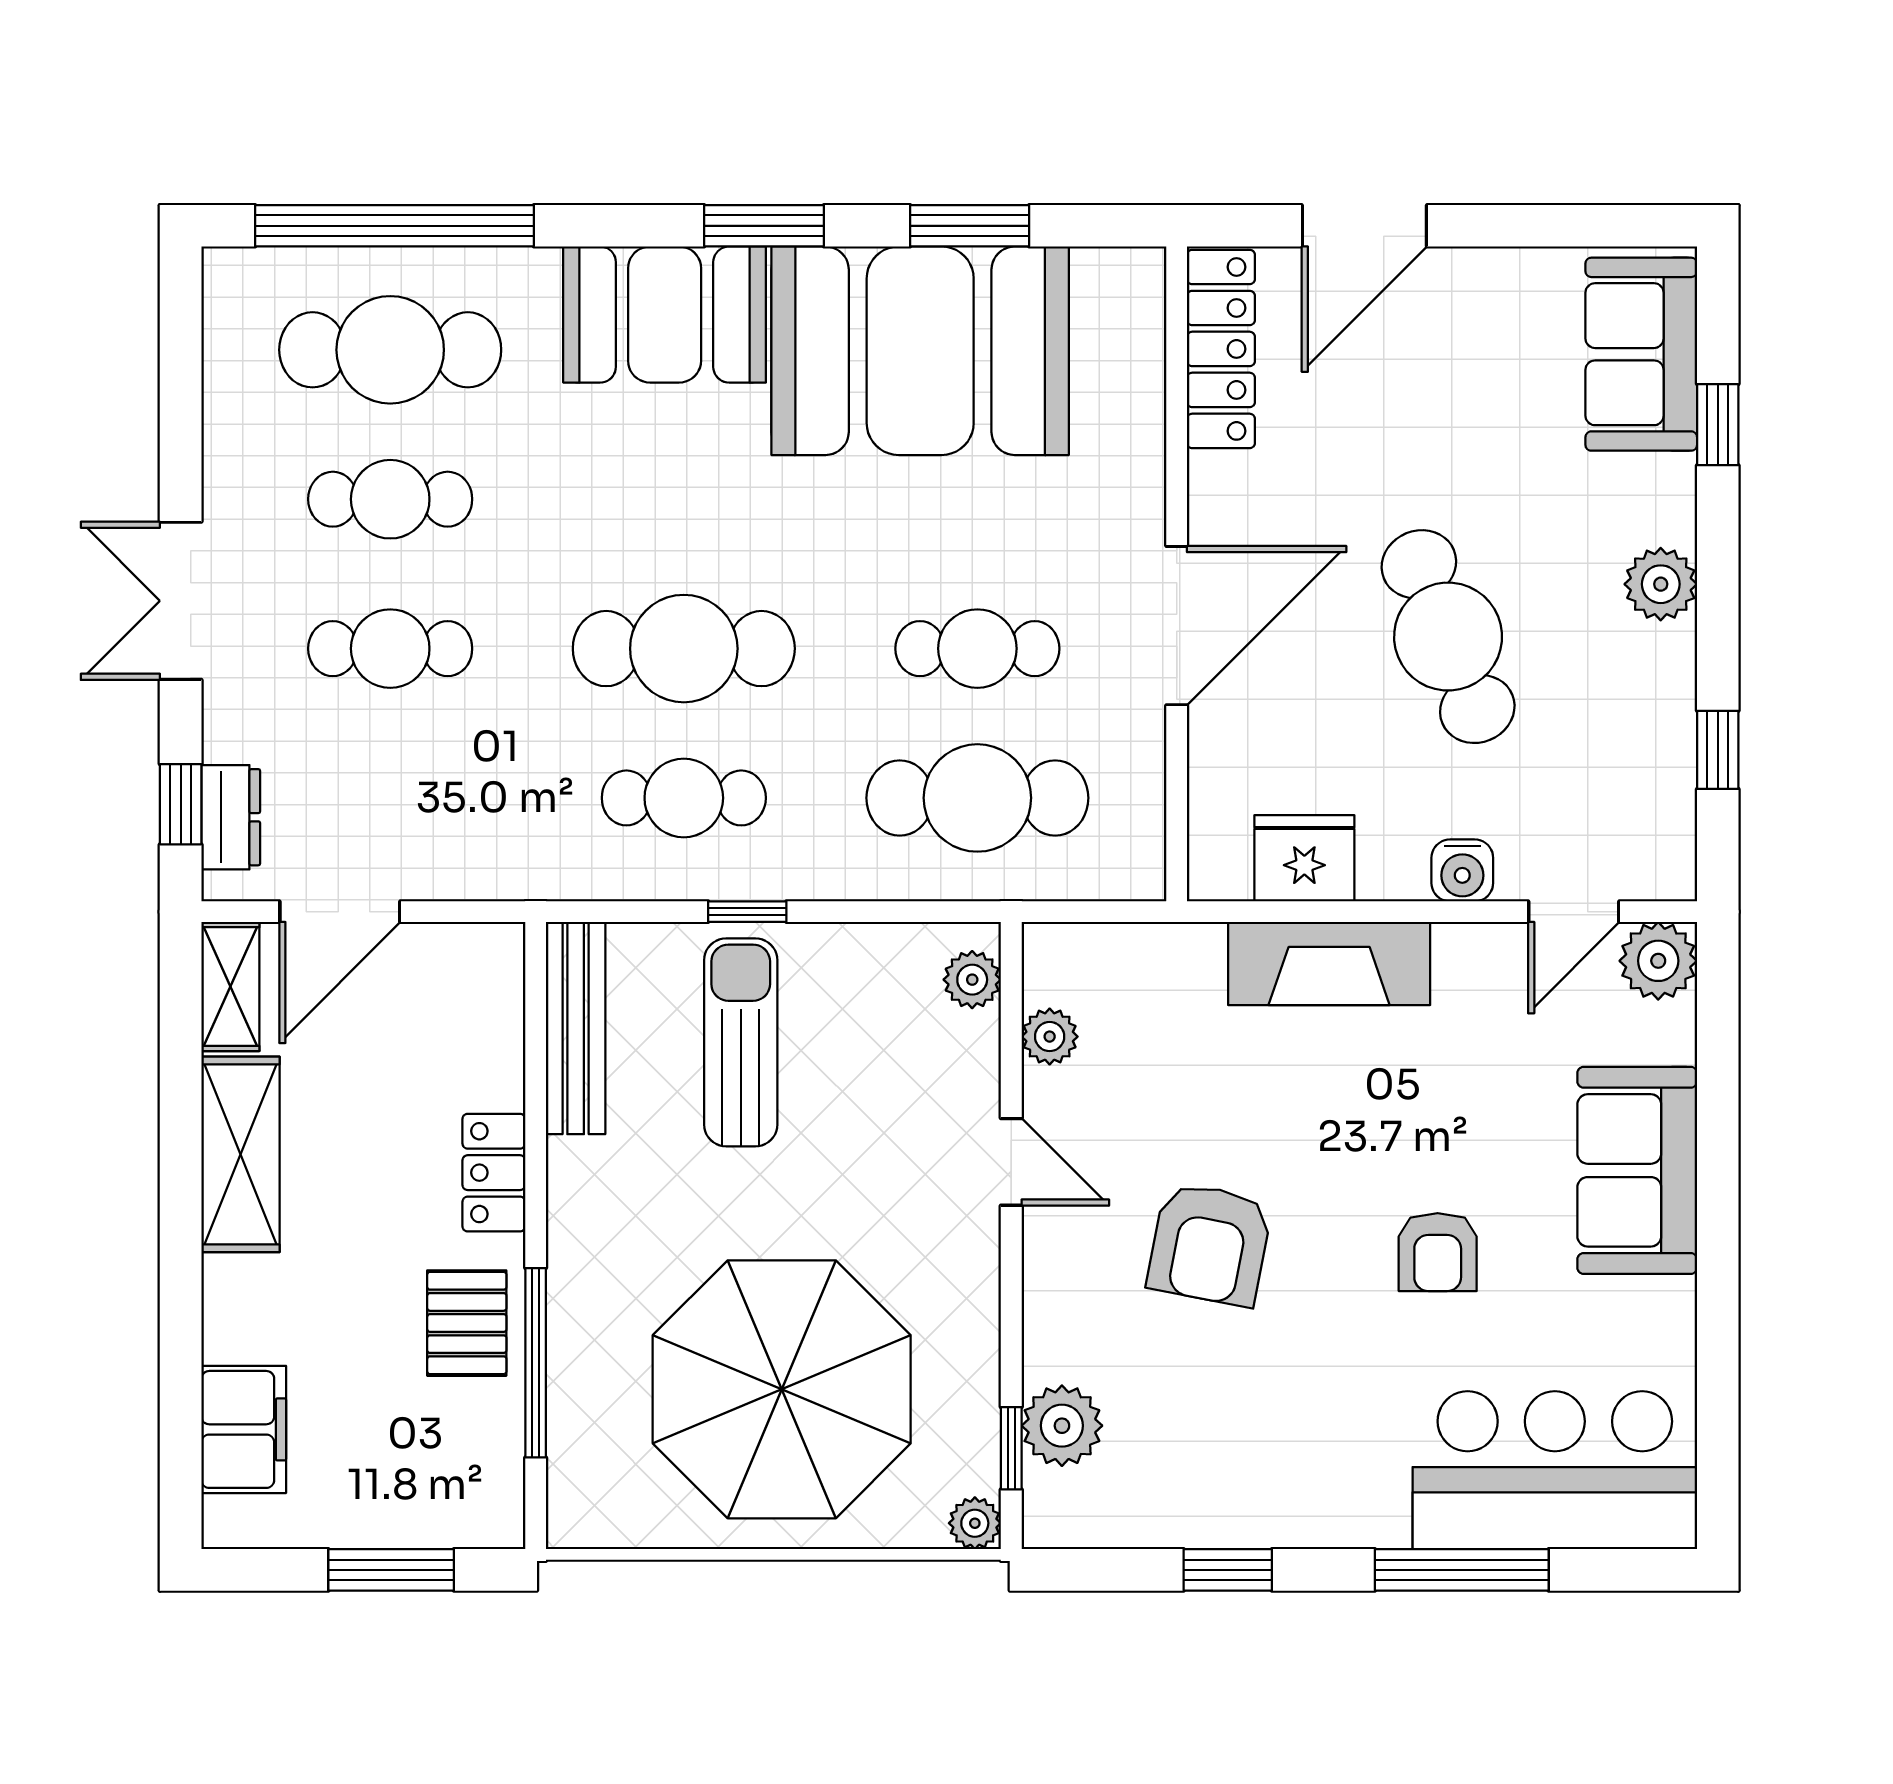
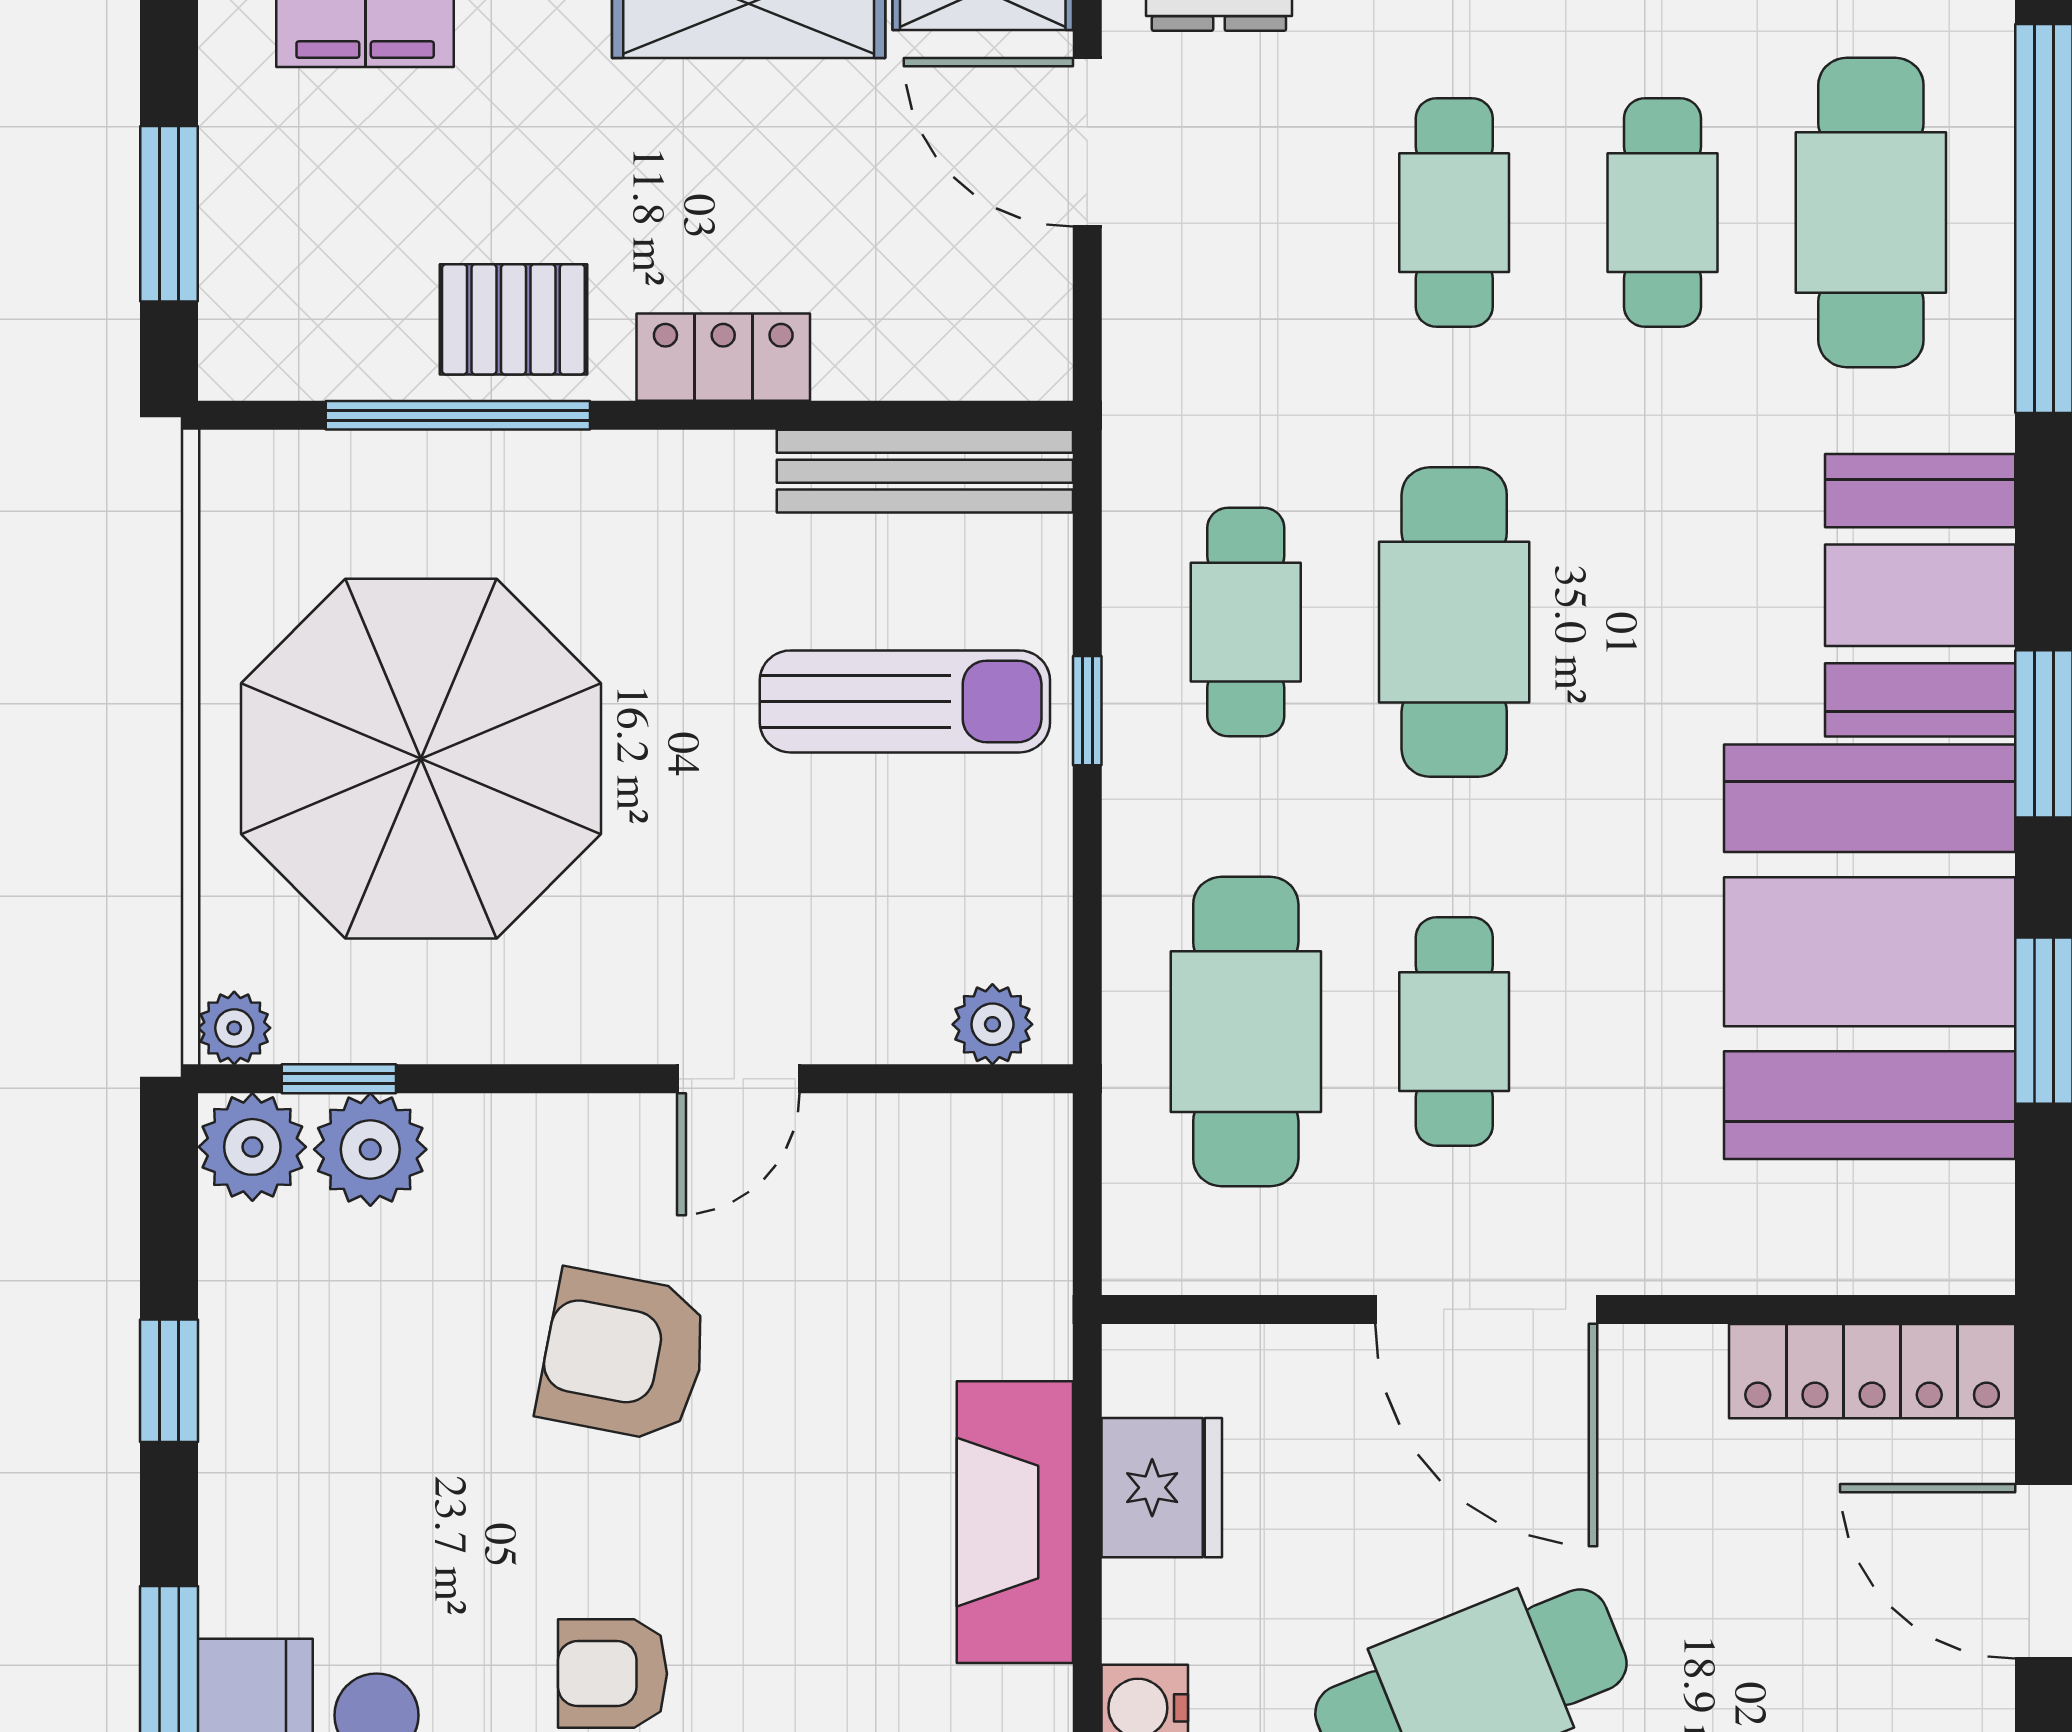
plant: (1050, 1037) -> (252, 1147), moved, width x1.38, depth x1.38

